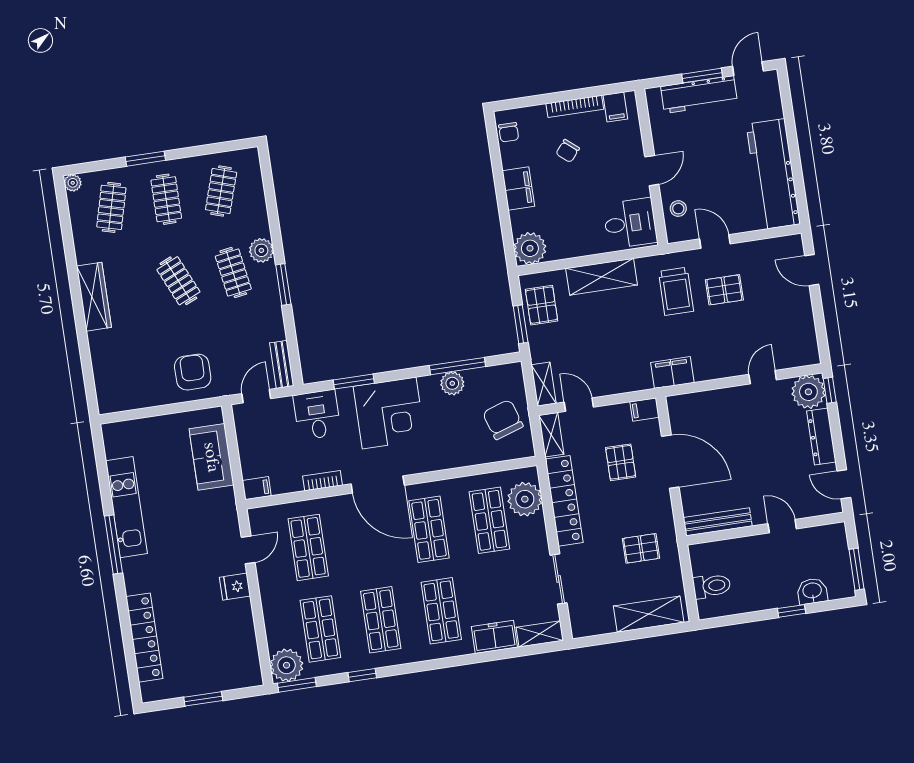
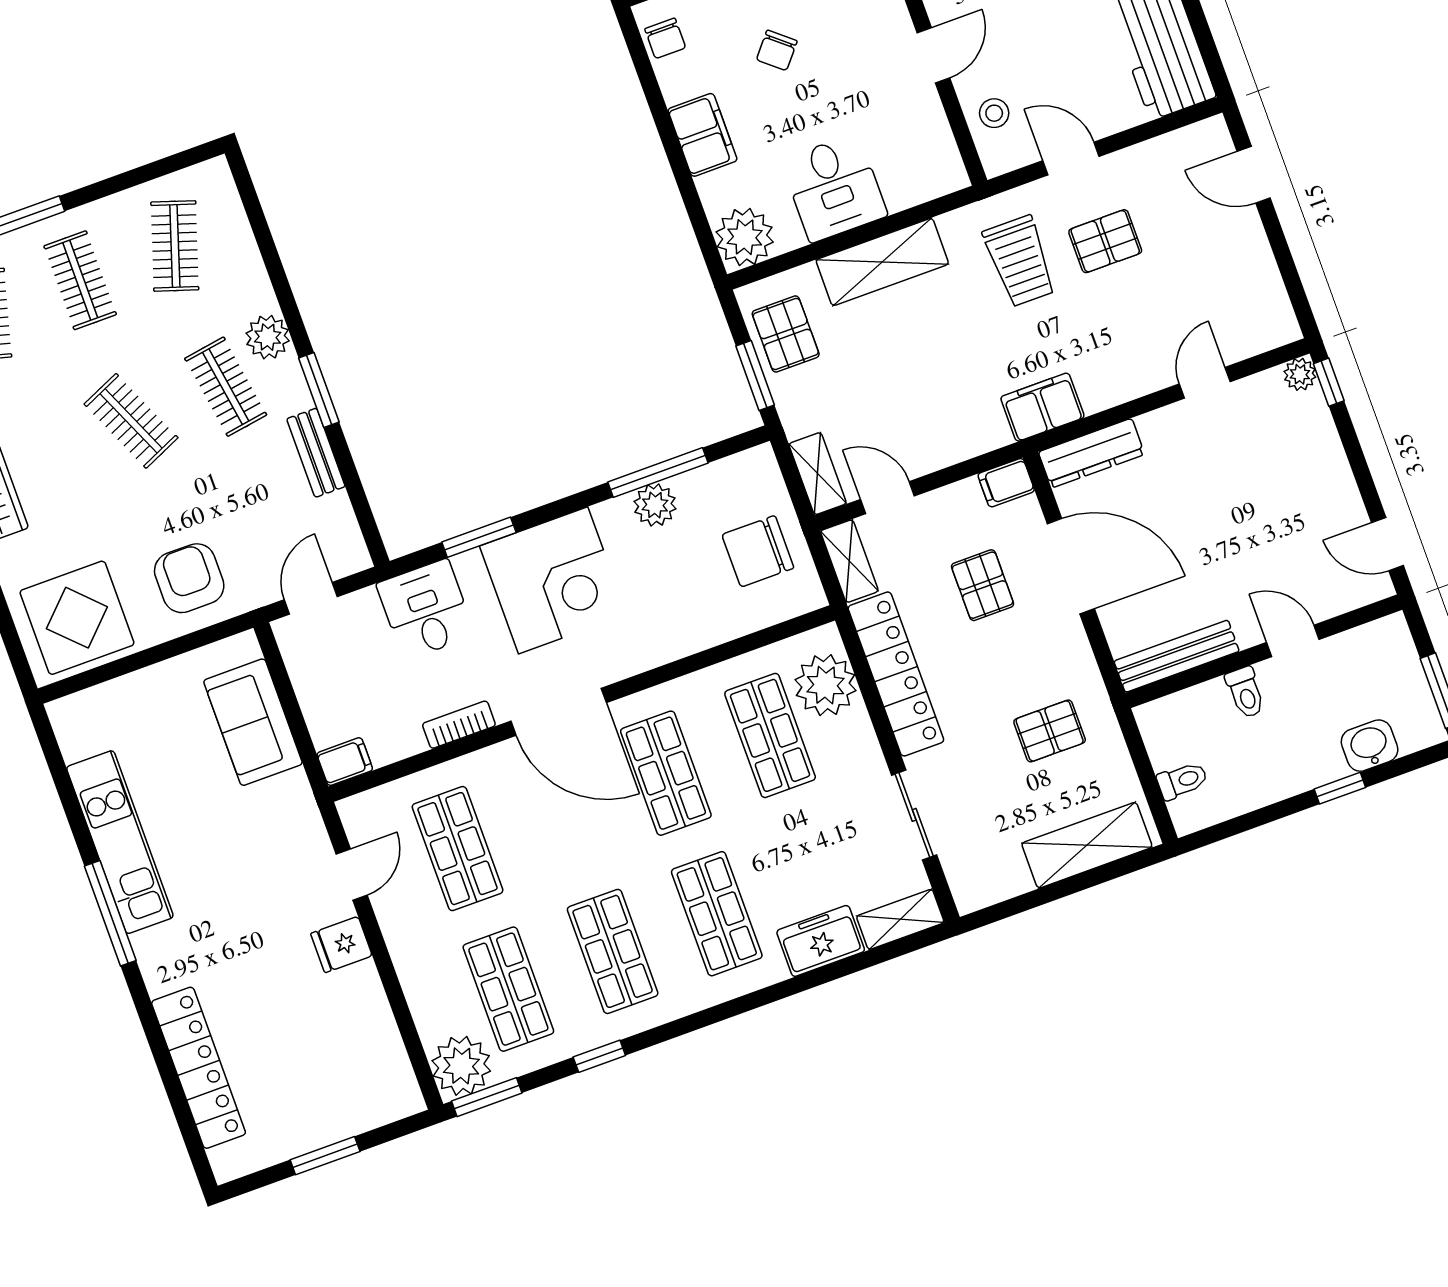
desk: (630, 223) -> (834, 188), moved, turned 90
bench: (282, 364) -> (316, 453), moved
display table: (128, 381) -> (77, 618), added
plant: (808, 392) -> (1300, 374), width x0.53, depth x0.53
chair: (503, 419) -> (758, 551), turned -72
dresser: (821, 437) -> (1091, 453), moved, turned -90
toilet: (751, 549) -> (1245, 692), added
toilet: (712, 586) -> (1182, 781), width x0.73, depth x0.72

